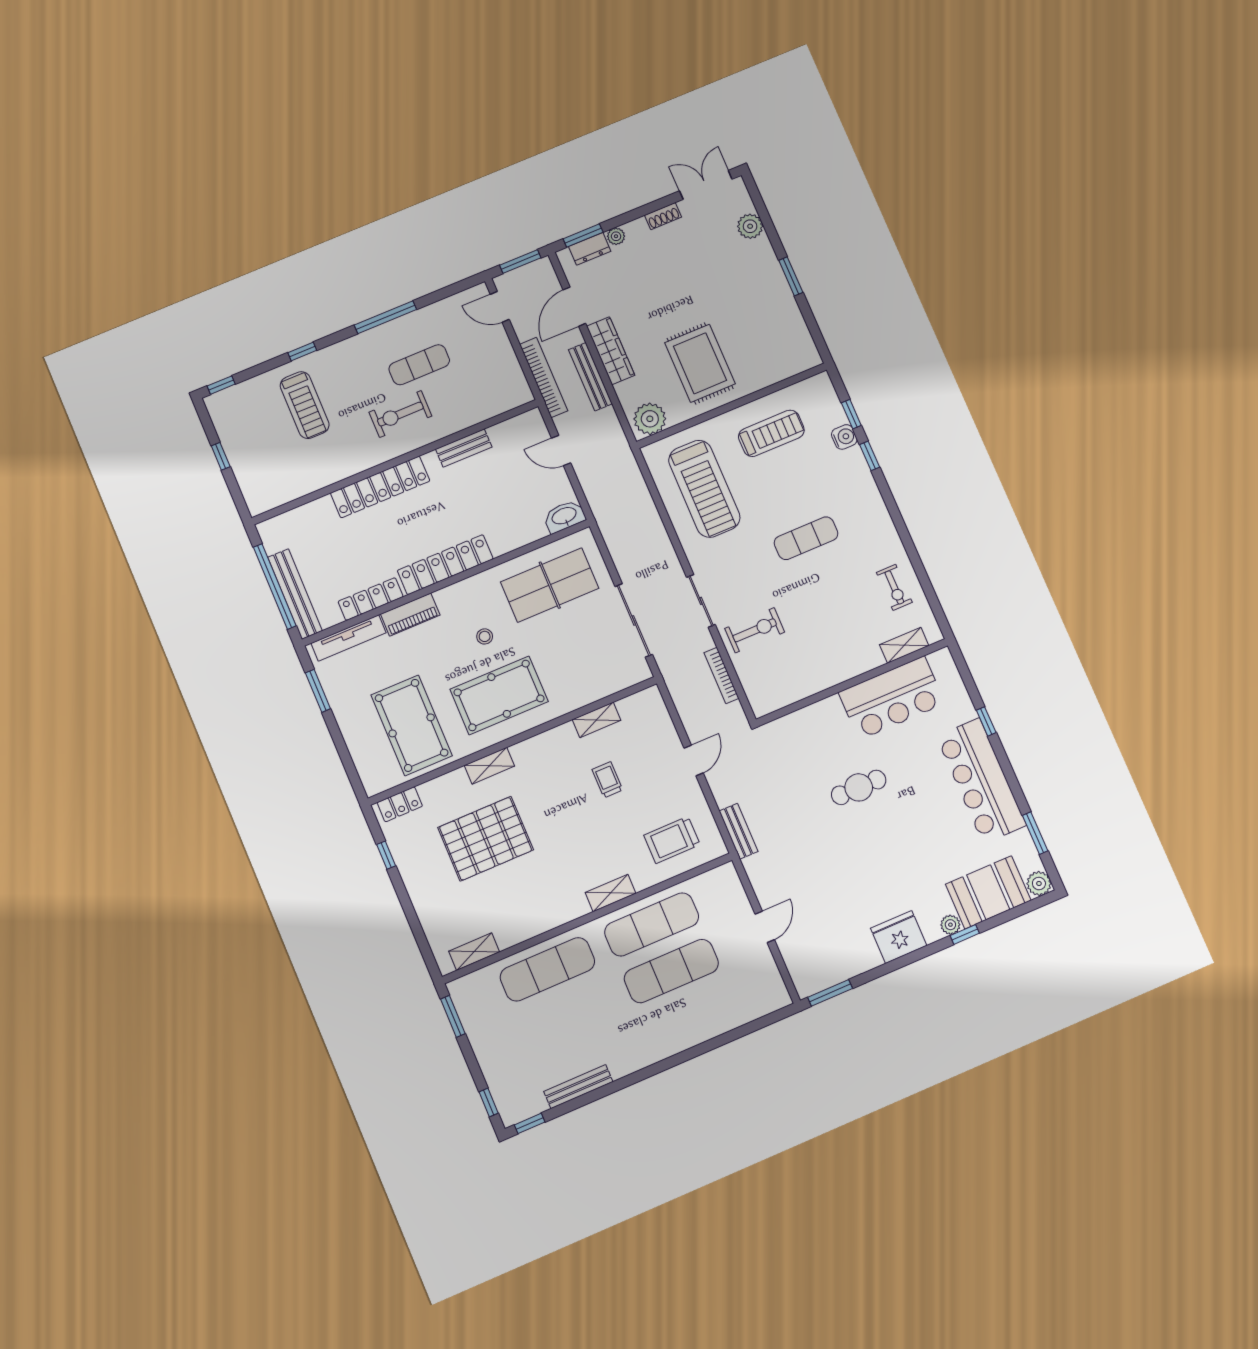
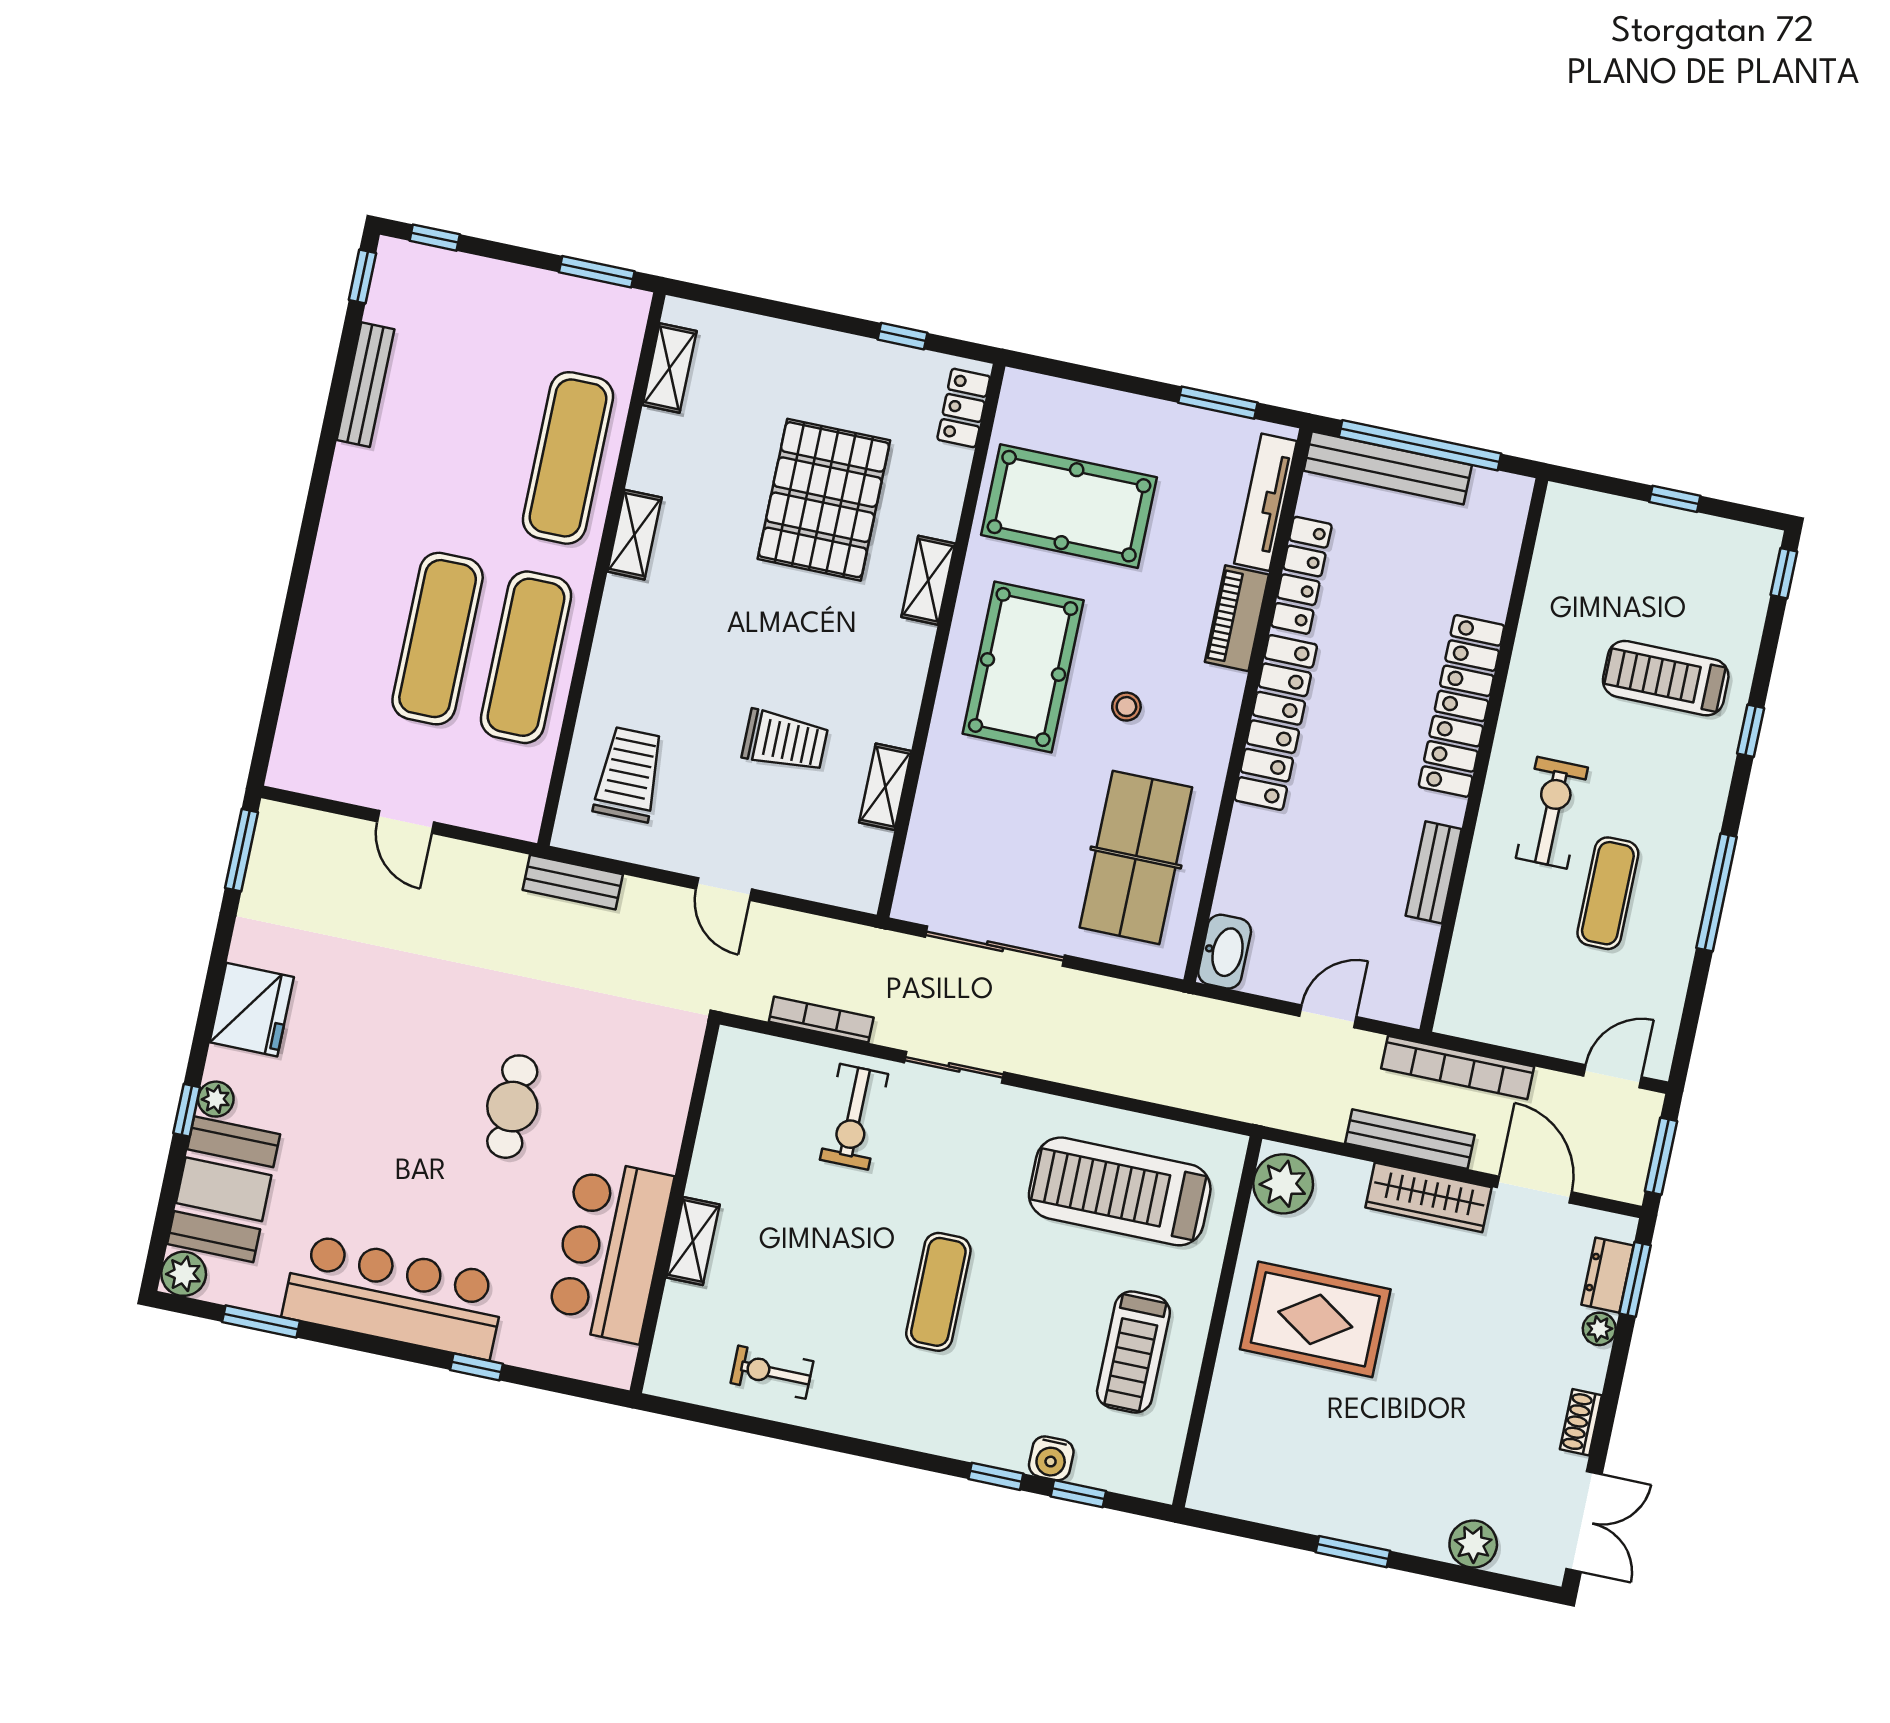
shelving: (904, 645) -> (693, 1241), moved
trolley: (607, 780) -> (785, 741), width x1.36, depth x1.39
shelving: (611, 893) -> (634, 535), moved

